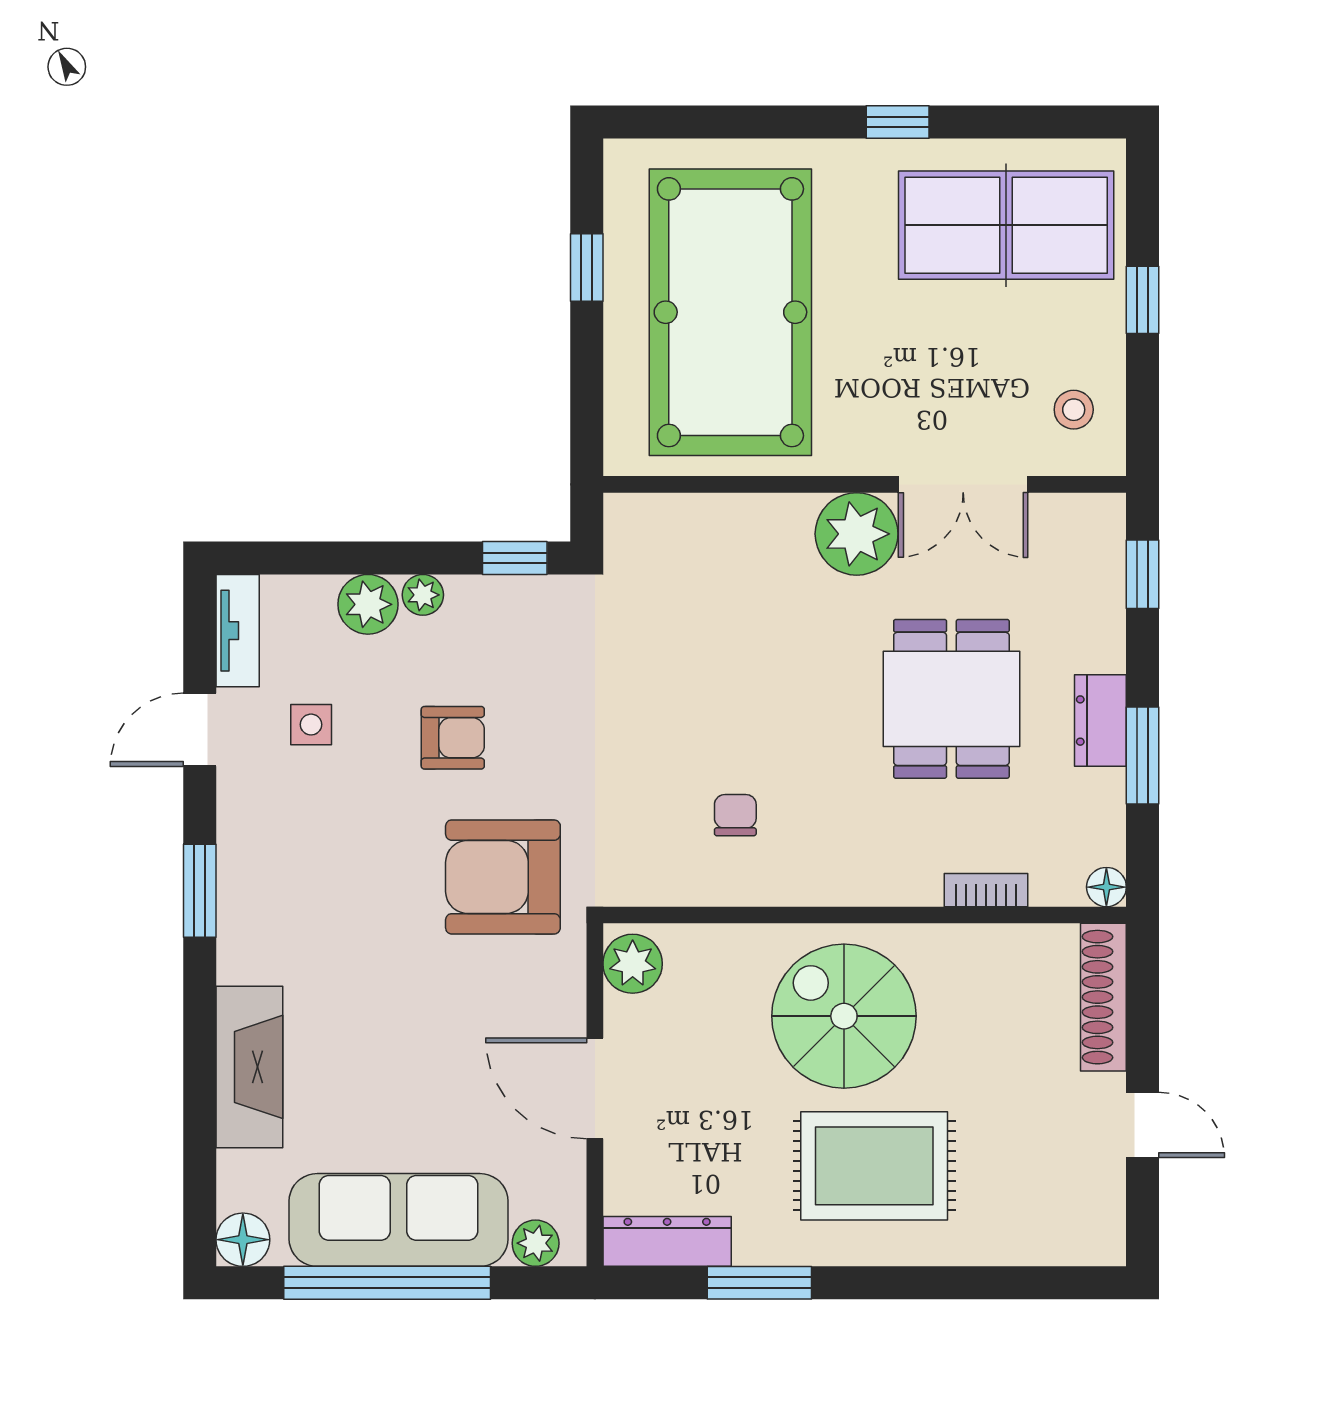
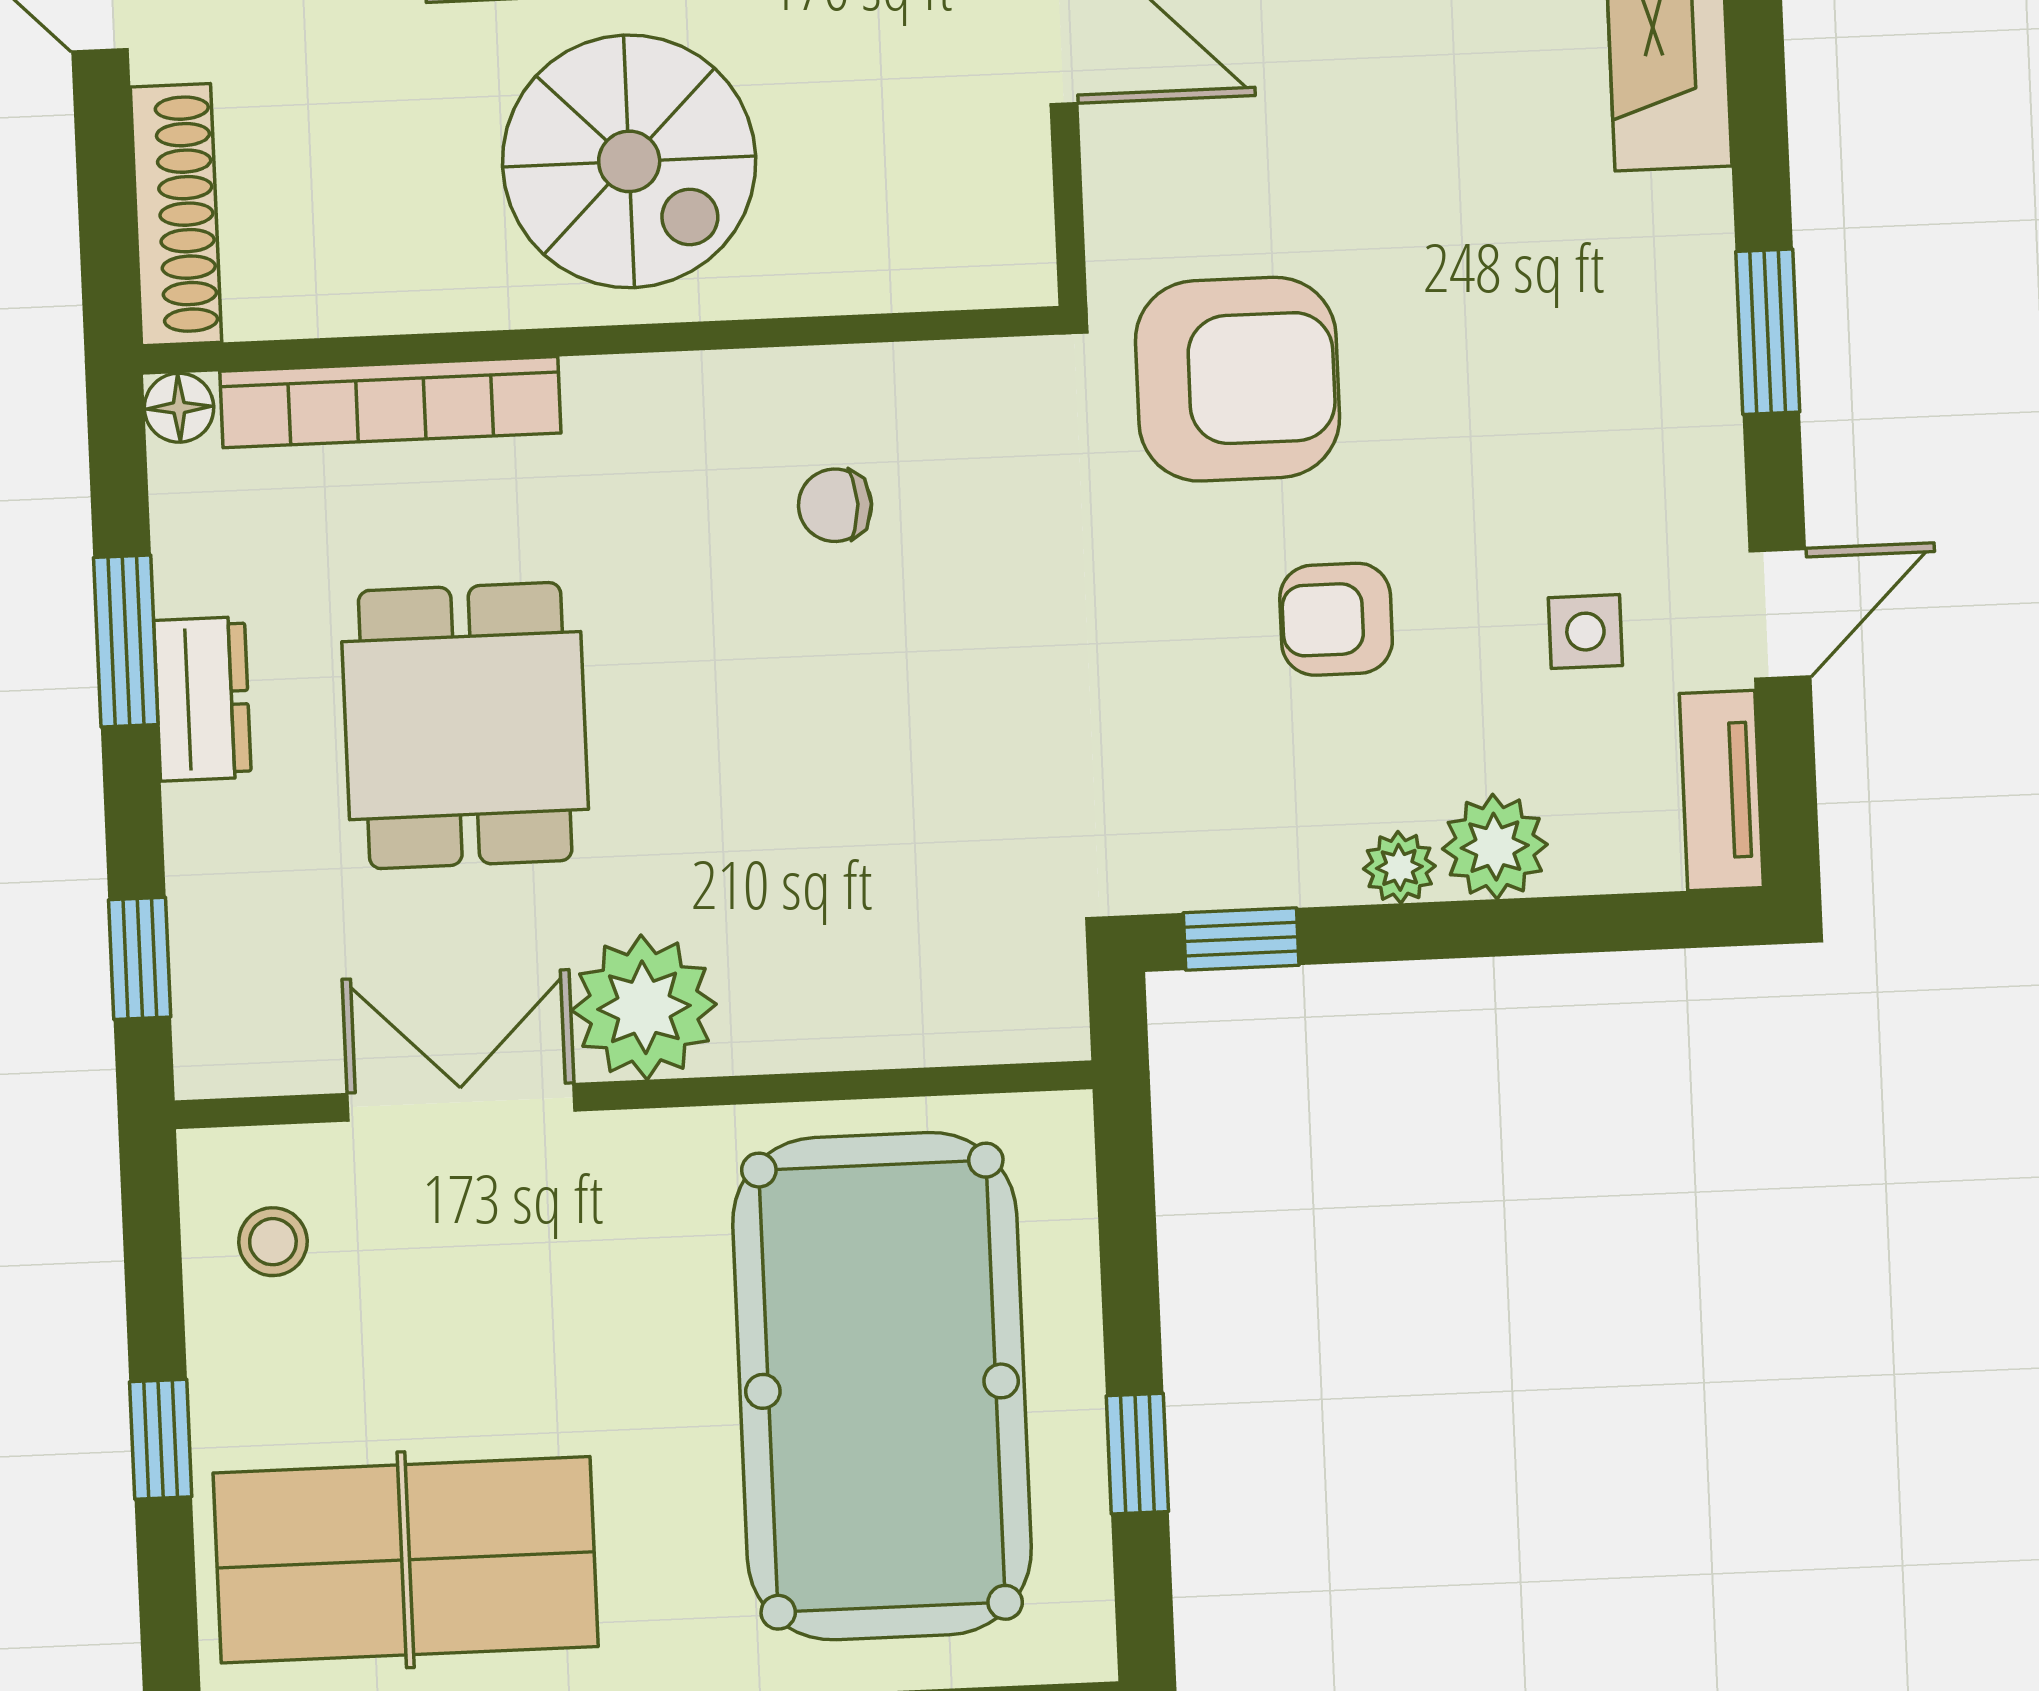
chair: (735, 815) -> (835, 505), turned 90
bookcase: (986, 890) -> (390, 402), width x2.31, depth x1.31
plant: (633, 964) -> (1004, 237), removed

